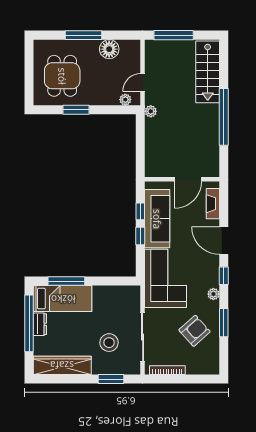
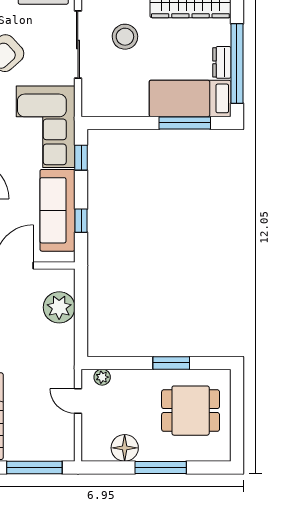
dining table: (62, 76) -> (191, 411), turned 90
door: (143, 83) -> (78, 401), swing flipped
plant: (151, 111) -> (59, 307), moved, width x1.87, depth x1.87
window: (140, 236) -> (81, 158), moved

